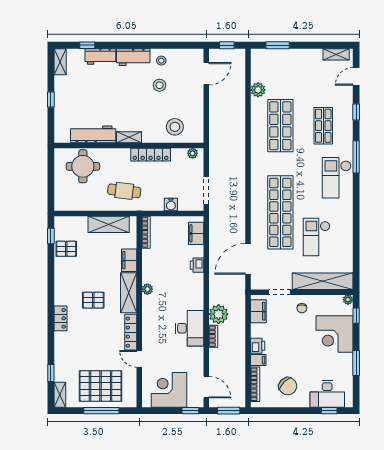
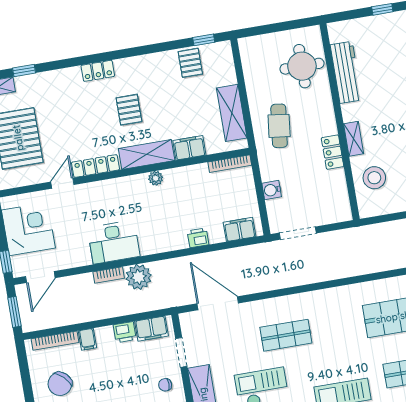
shelving: (129, 137) -> (354, 139), moved
plant: (193, 153) -> (344, 207), removed
locker: (151, 155) -> (333, 152), width x0.66
shop shelf: (280, 212) -> (286, 335), width x0.50, depth x0.74
printer: (258, 346) -> (125, 332), moved

